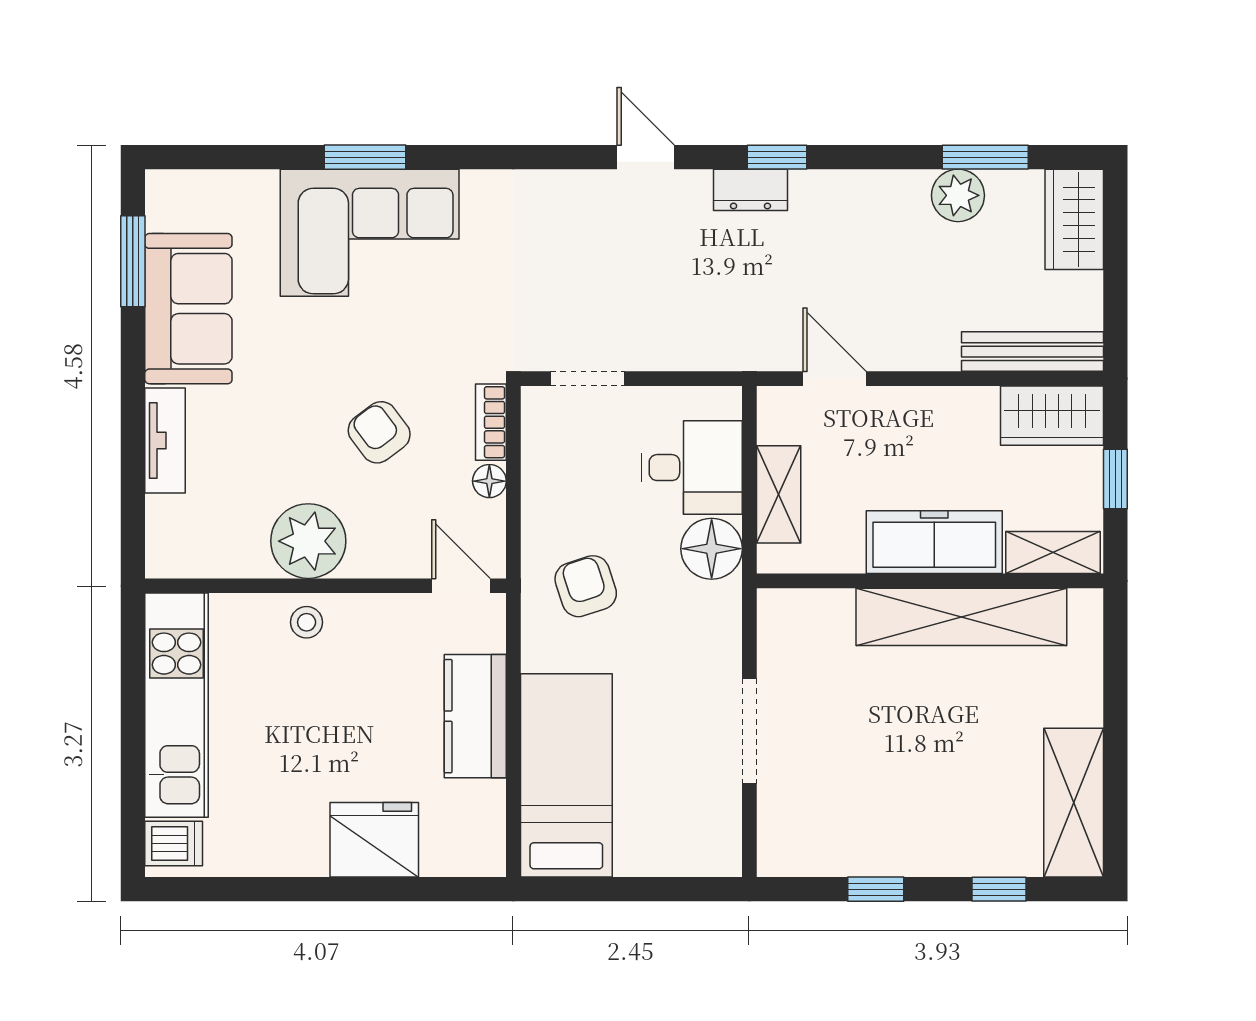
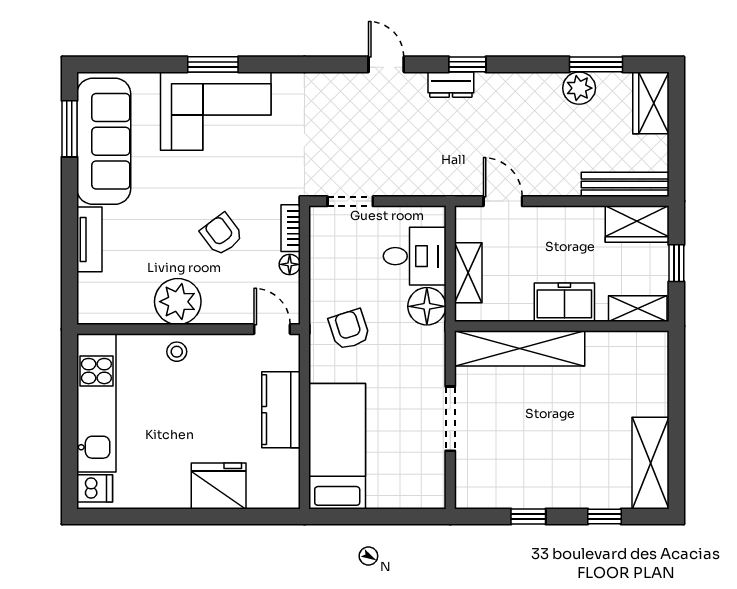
sofa: (188, 309) -> (104, 141), width x1.36
freezer: (934, 542) -> (564, 302), width x0.71
shelving: (961, 617) -> (520, 348), moved

